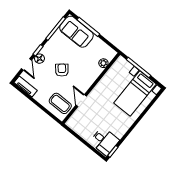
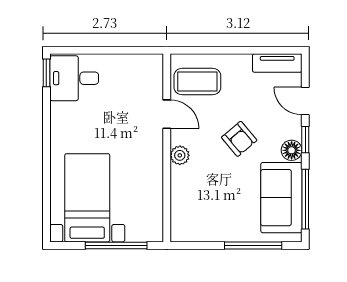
sofa: (76, 32) -> (281, 198), moved, turned -90
floor lamp: (39, 59) -> (292, 150), moved
plant: (103, 63) -> (180, 155), moved

